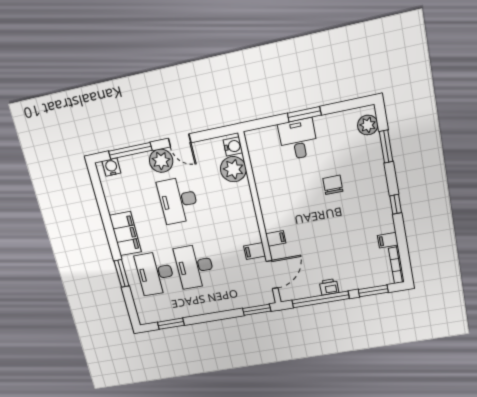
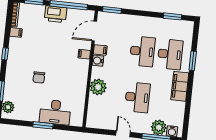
desk: (298, 139) -> (55, 112), width x1.37
water cooler: (233, 146) -> (98, 61), moved
plant: (161, 161) -> (159, 127), moved
plant: (233, 169) -> (98, 87), moved
printer: (329, 287) -> (56, 14), width x1.87, depth x1.48

